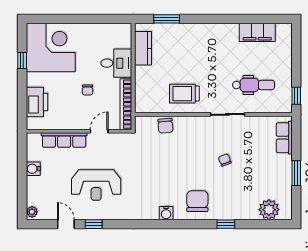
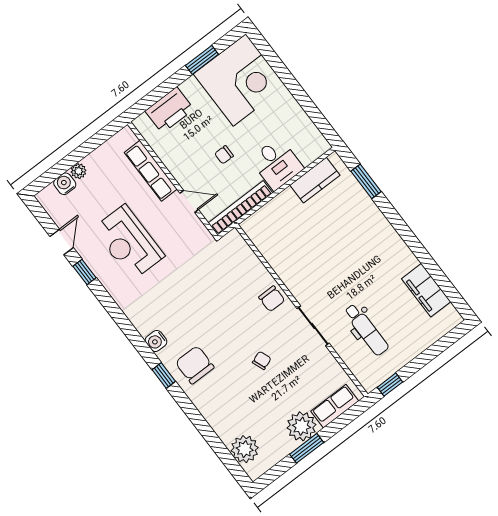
window: (22, 60) -> (202, 60), width x1.50
trolley: (184, 94) -> (300, 262), removed
chair: (165, 126) -> (272, 299), moved, turned -85
plant: (281, 166) -> (302, 426), added
water cooler: (33, 169) -> (65, 184), moved
chair: (197, 201) -> (195, 365), turned -90
plant: (32, 212) -> (79, 171), moved
window: (226, 224) -> (164, 376), moved

